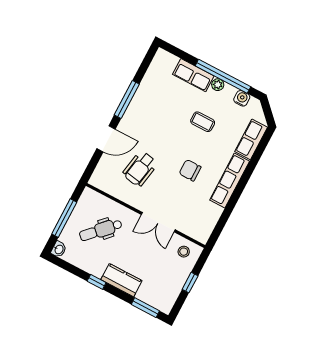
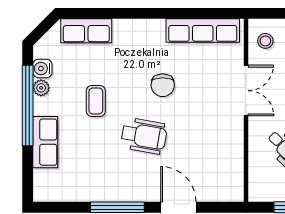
plant: (218, 85) -> (41, 88), moved
wheelchair: (140, 169) -> (144, 136), moved
row of seats: (230, 181) -> (203, 31), moved

